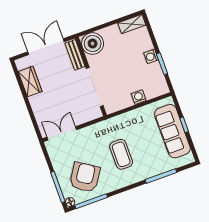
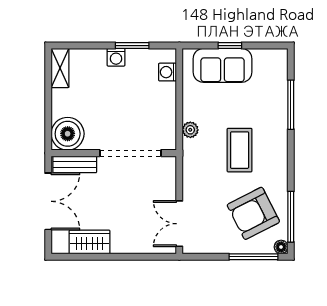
double door: (46, 47) -> (48, 201), swing flipped
washing machine: (139, 97) -> (168, 72), moved
plant: (123, 119) -> (190, 130), added
sofa: (172, 131) -> (223, 65), width x0.73
coffee table: (121, 154) -> (240, 150), turned 90
armchair: (85, 177) -> (253, 213), turned -60

